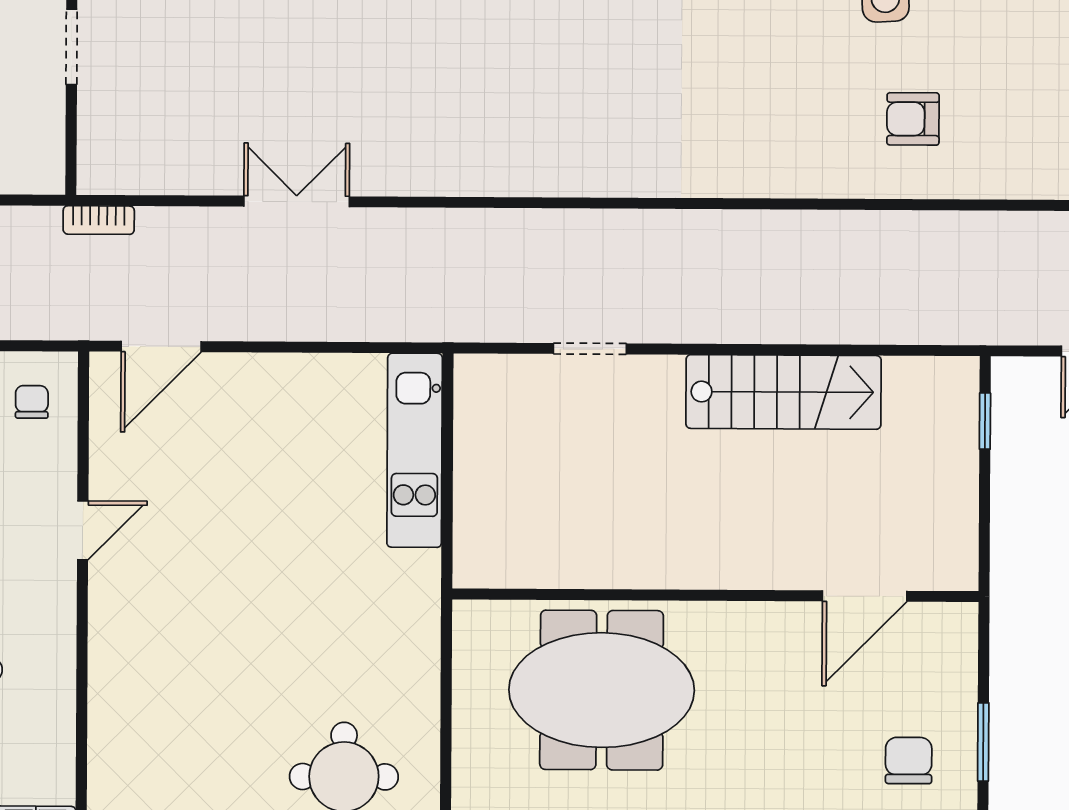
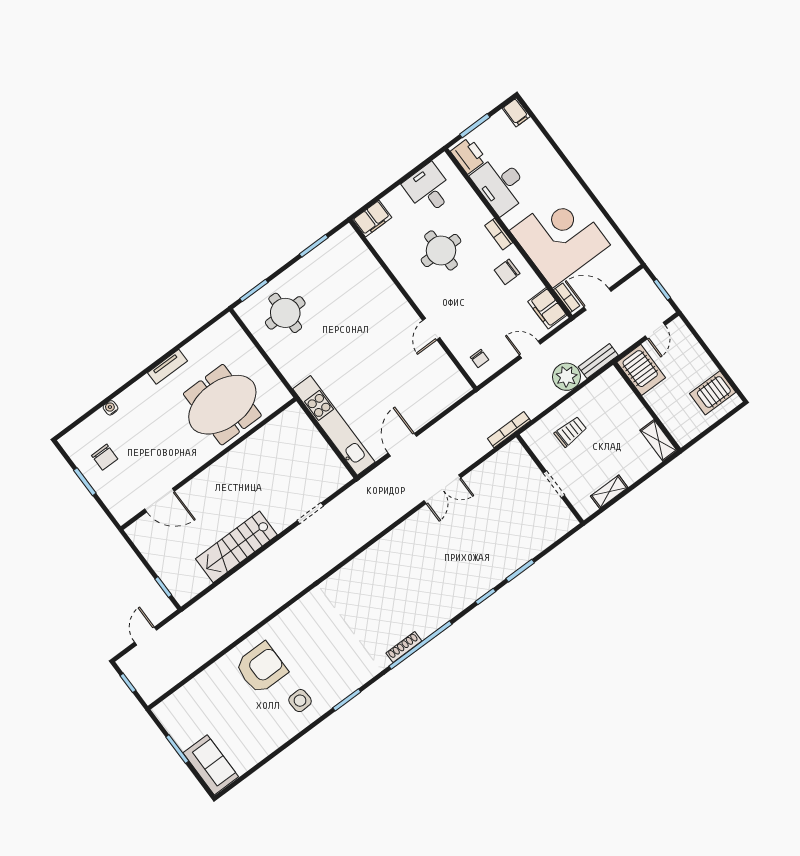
armchair: (913, 119) -> (261, 668), width x1.88, depth x1.88
bookcase: (99, 220) -> (509, 430), width x1.56
door: (161, 346) -> (402, 445), moved
kitchen unit: (415, 450) -> (334, 425), width x1.36
door: (865, 596) -> (160, 500), swing flipped

